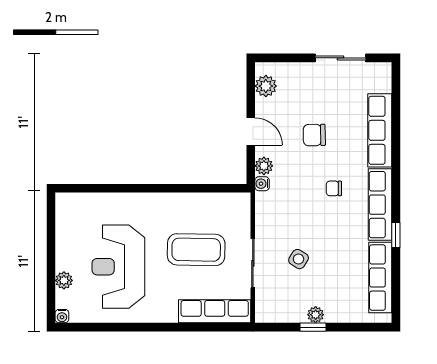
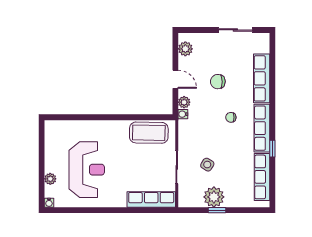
coffee table: (196, 250) -> (149, 133), moved
reception desk: (118, 267) -> (87, 170), turned 180
plant: (316, 315) -> (214, 197), width x1.88, depth x1.88

